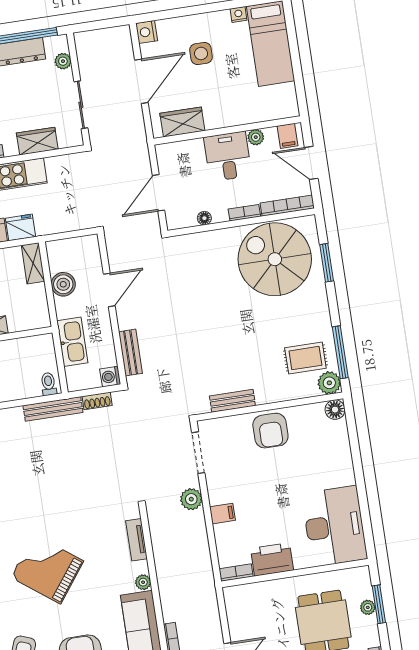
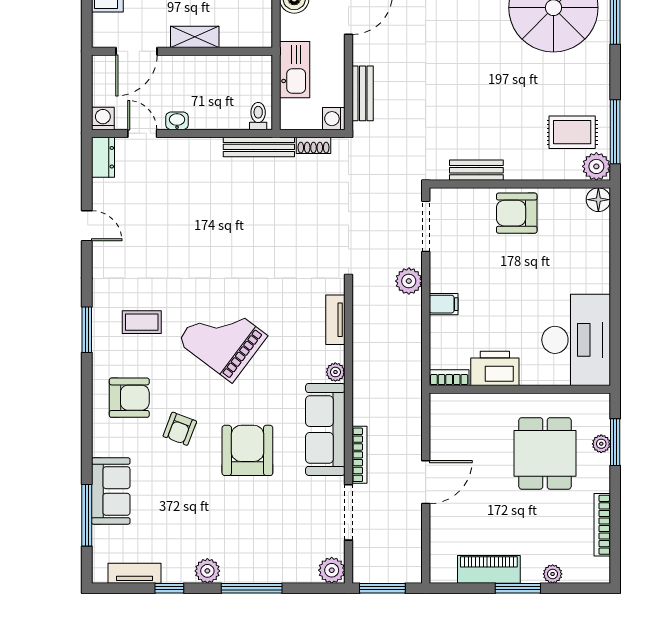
armchair: (270, 431) -> (517, 213), turned 90

